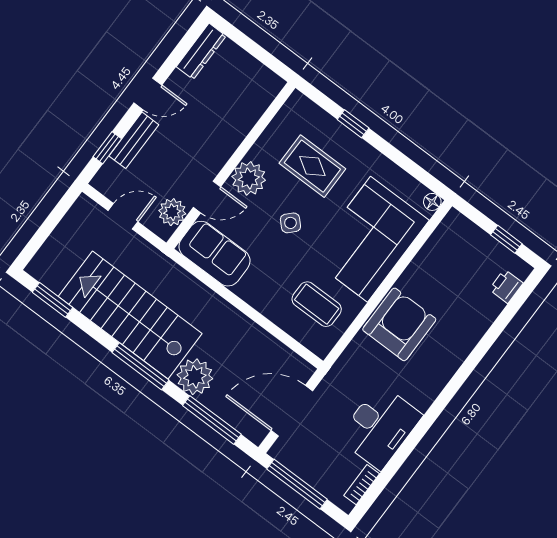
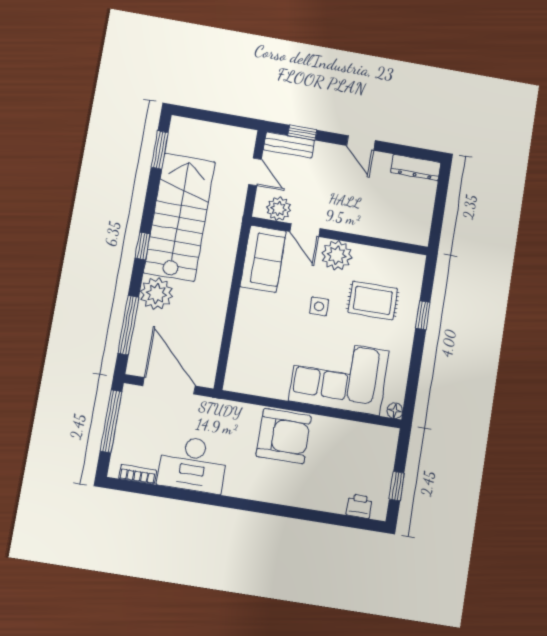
bench: (134, 140) -> (289, 145), moved
rug: (312, 166) -> (373, 300), turned 90
side table: (290, 223) -> (319, 306), turned 45
coffee table: (317, 304) -> (265, 361), removed
window: (140, 366) -> (142, 246), width x0.46

